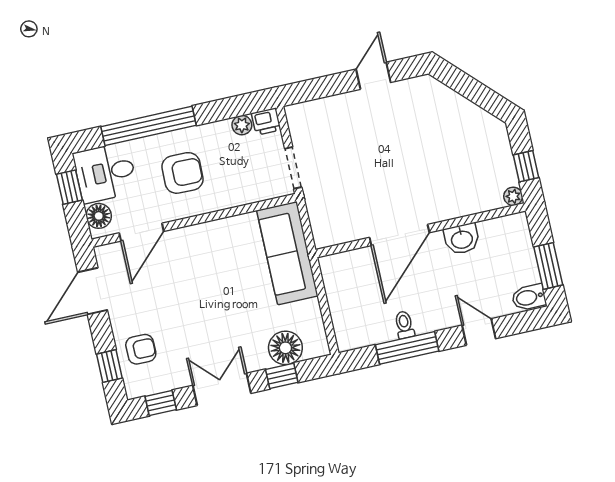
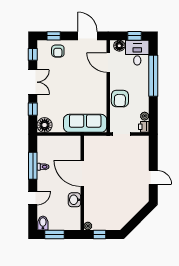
armchair: (183, 173) -> (120, 99), moved
floor lamp: (285, 348) -> (45, 125), moved

